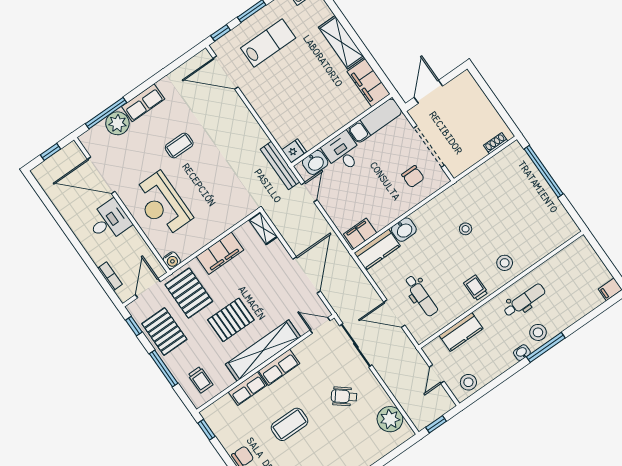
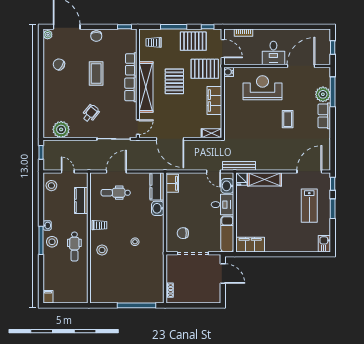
shelving: (341, 42) -> (265, 179), moved

